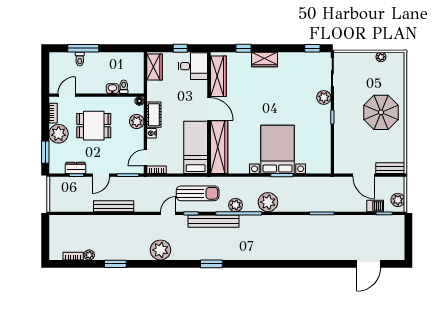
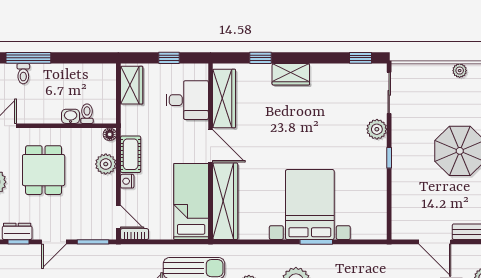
desk: (193, 66) -> (187, 100), moved
dining table: (94, 126) -> (44, 170), turned 90
door: (145, 158) -> (118, 217), swing flipped

